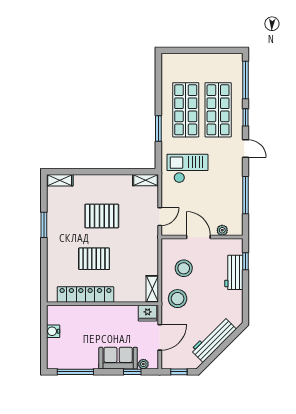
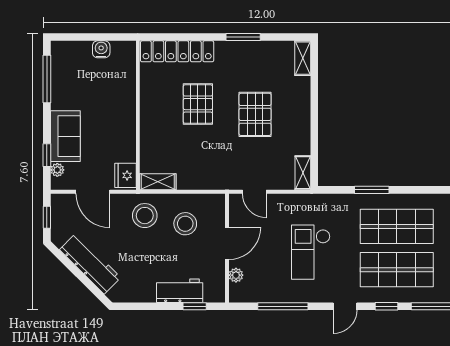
checkout: (187, 168) -> (311, 252), moved, turned 180
locker: (85, 294) -> (177, 51), moved, turned 90

